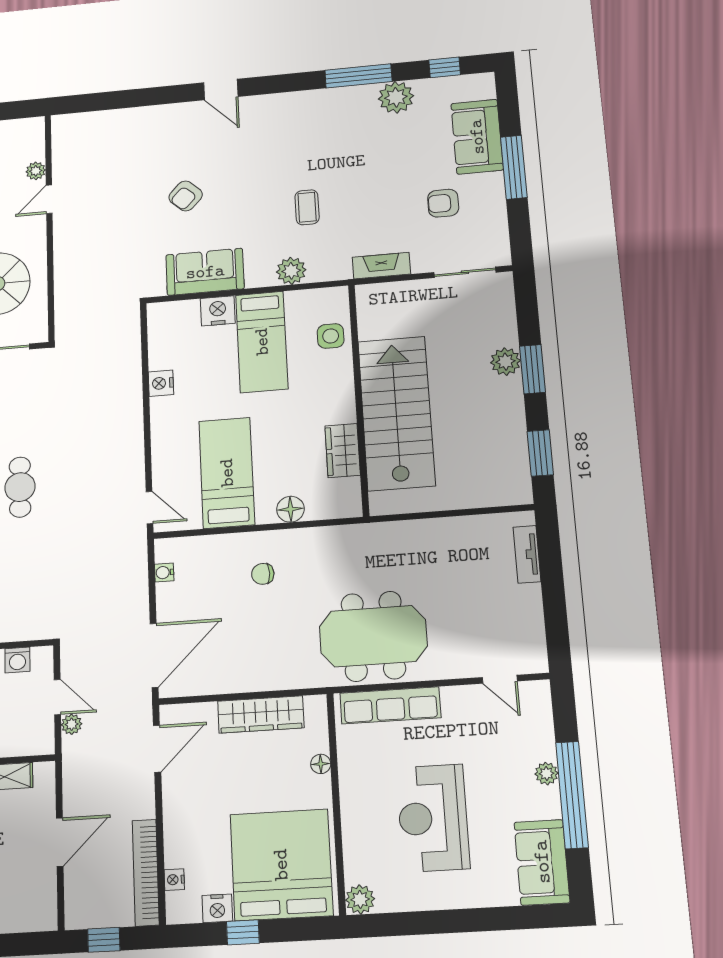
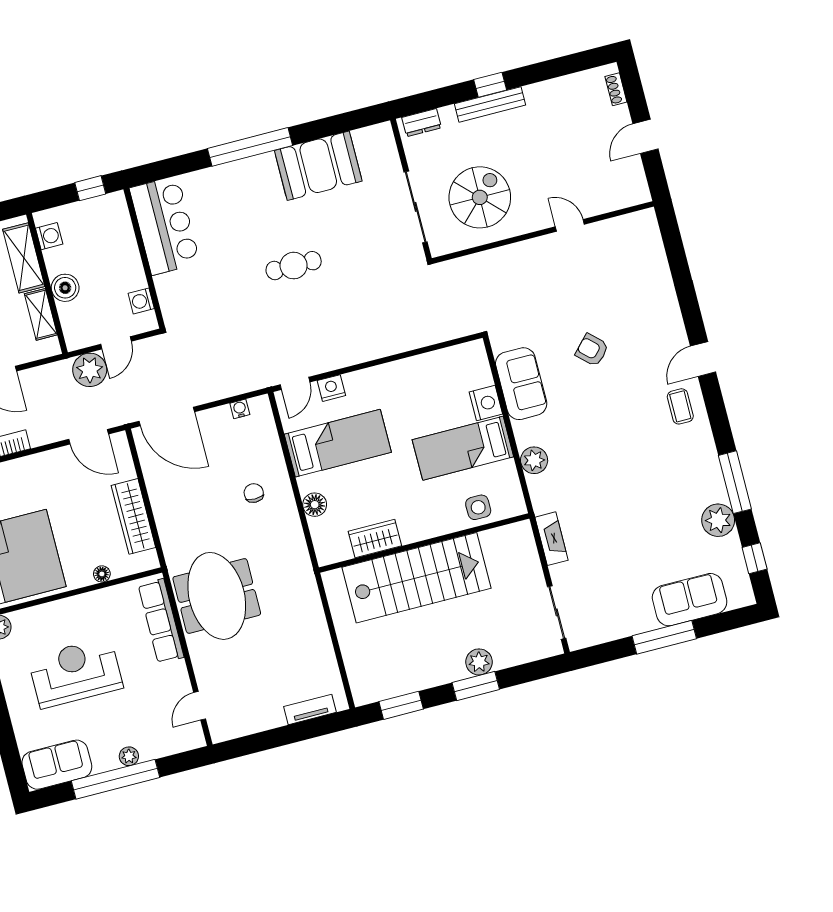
plant: (36, 171) -> (596, 206), removed
armchair: (443, 203) -> (620, 582), removed
coffee table: (307, 207) -> (680, 406), moved, turned 90
nightstand: (161, 383) -> (331, 388), moved
plant: (72, 724) -> (90, 370), width x1.87, depth x1.87

